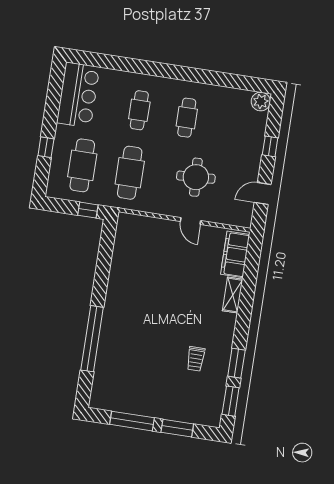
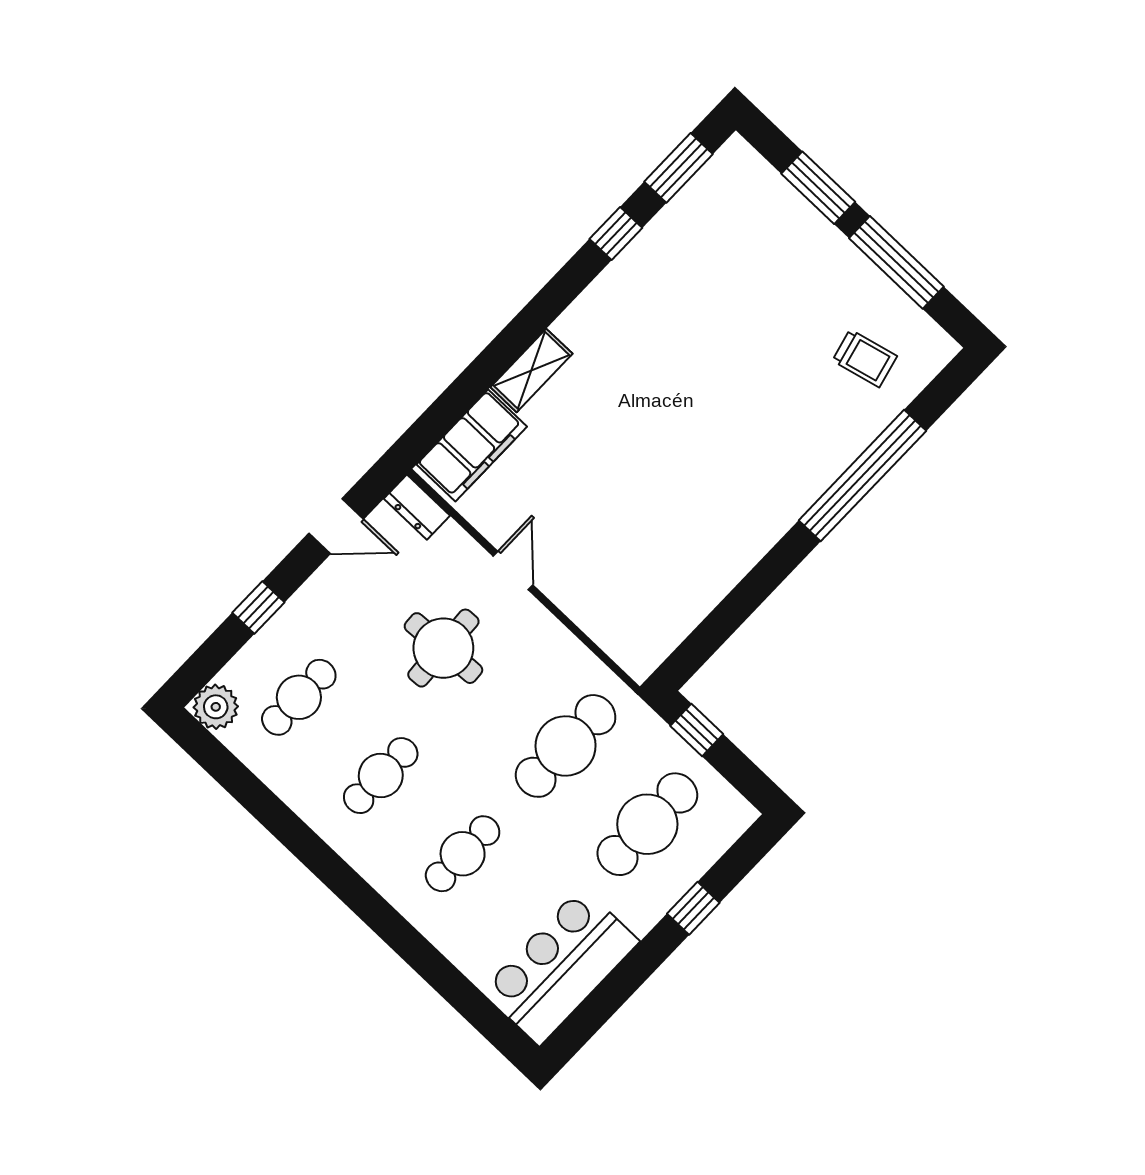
cafe table: (234, 125) -> (299, 697), added
dresser: (239, 220) -> (417, 507), added
trolley: (196, 359) -> (865, 358), moved, turned 76
window: (236, 363) -> (616, 233), width x0.67

